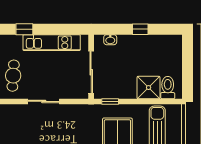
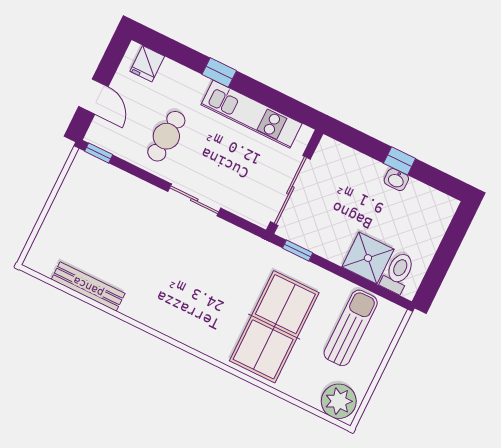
washbasin: (110, 40) -> (396, 180), moved

